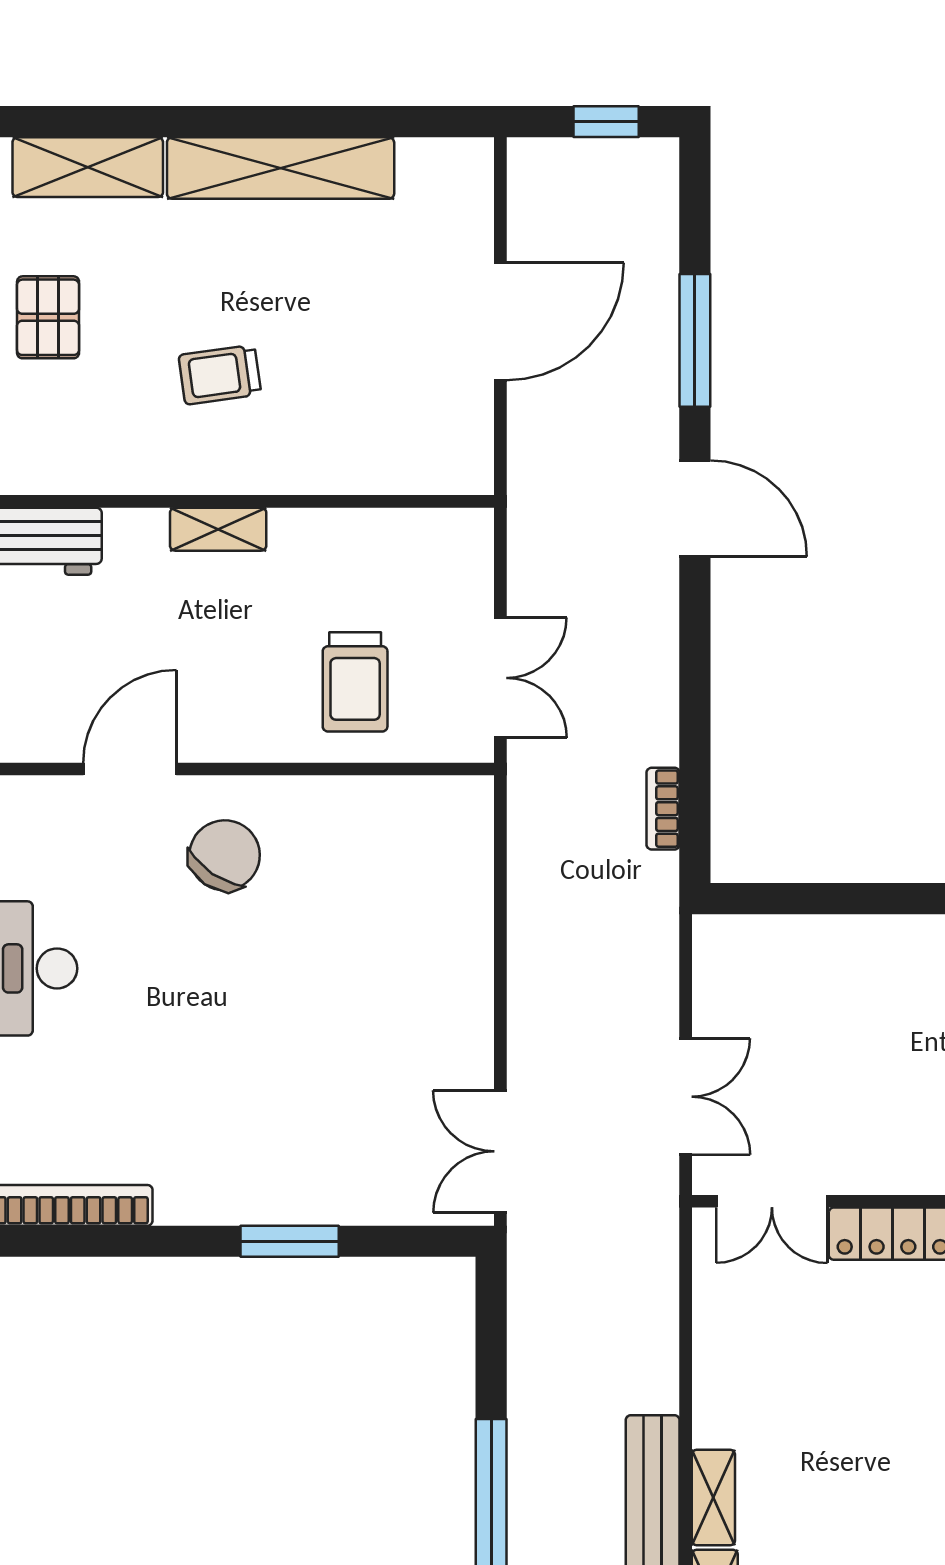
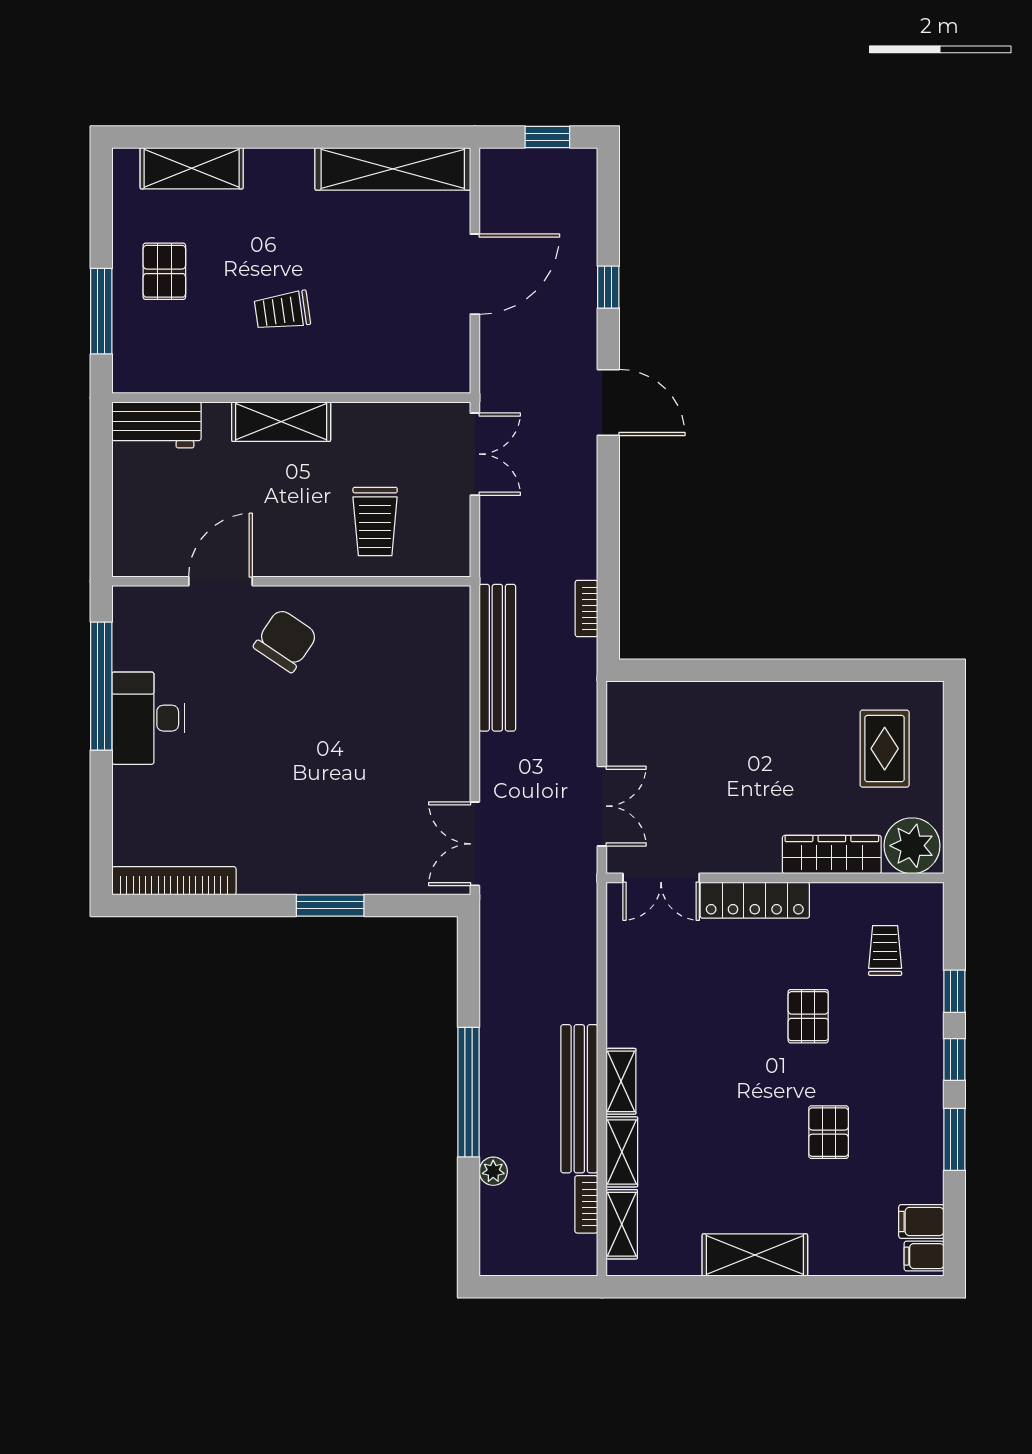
shelving: (281, 168) -> (393, 169), moved
window: (695, 340) -> (608, 287), width x0.46
shelving: (218, 529) -> (281, 422), width x1.50, depth x1.33
double door: (500, 678) -> (475, 454), moved
bench: (533, 880) -> (497, 658), added

